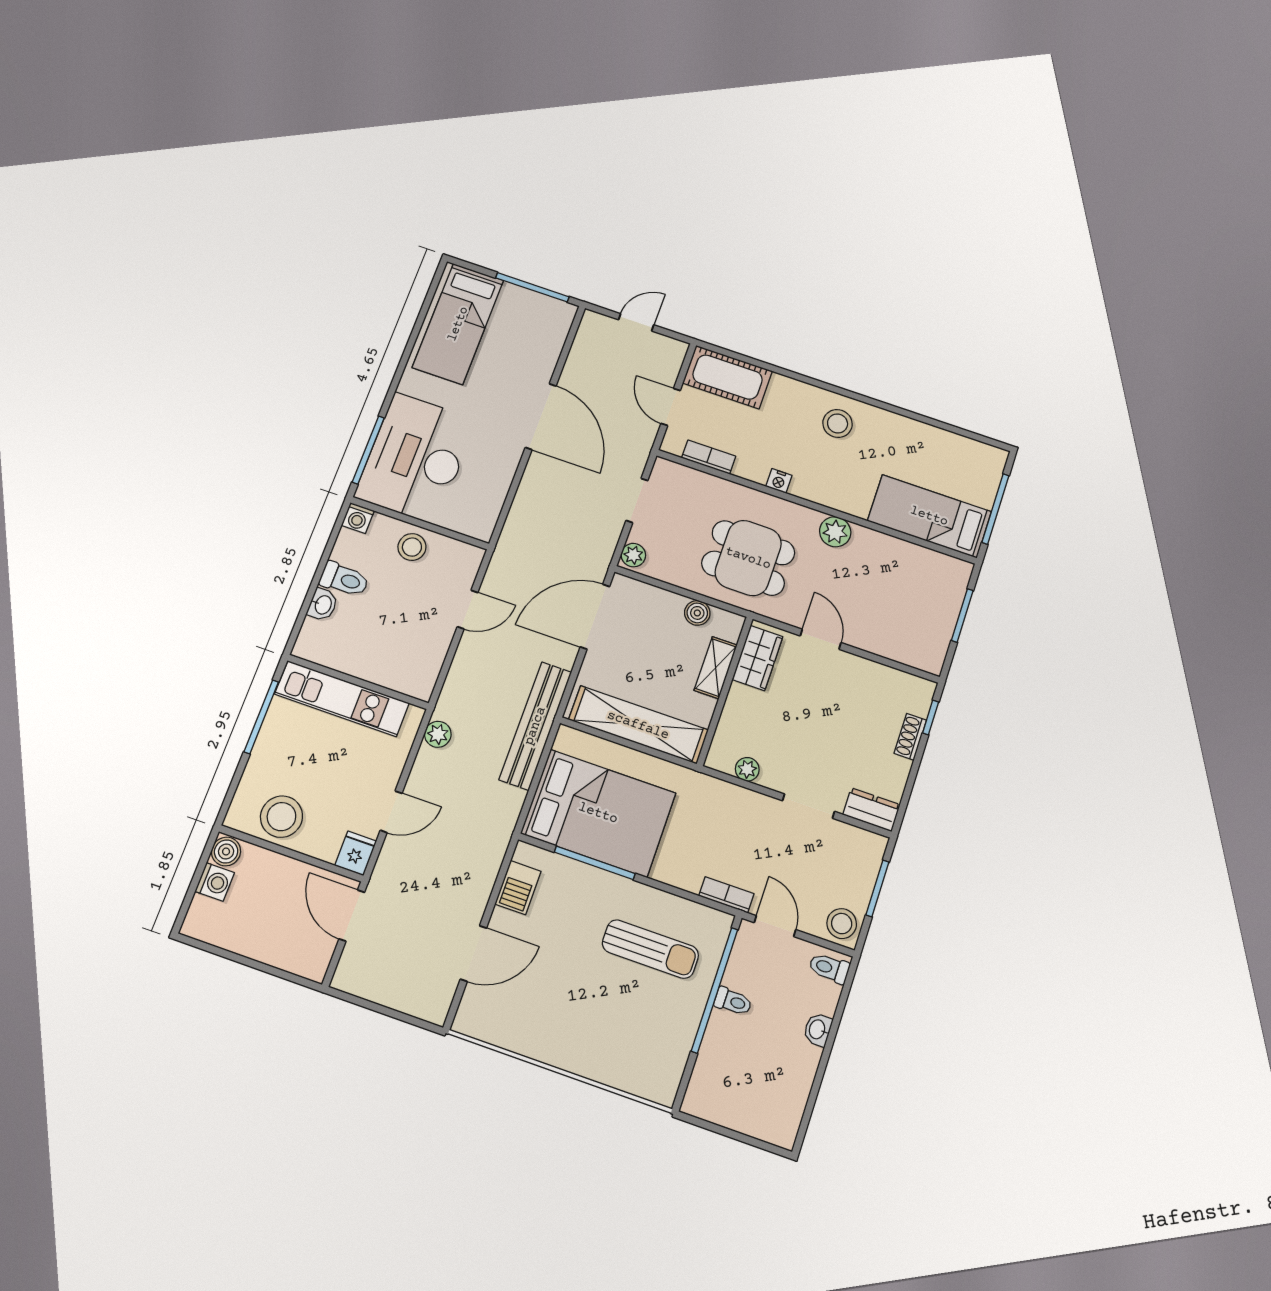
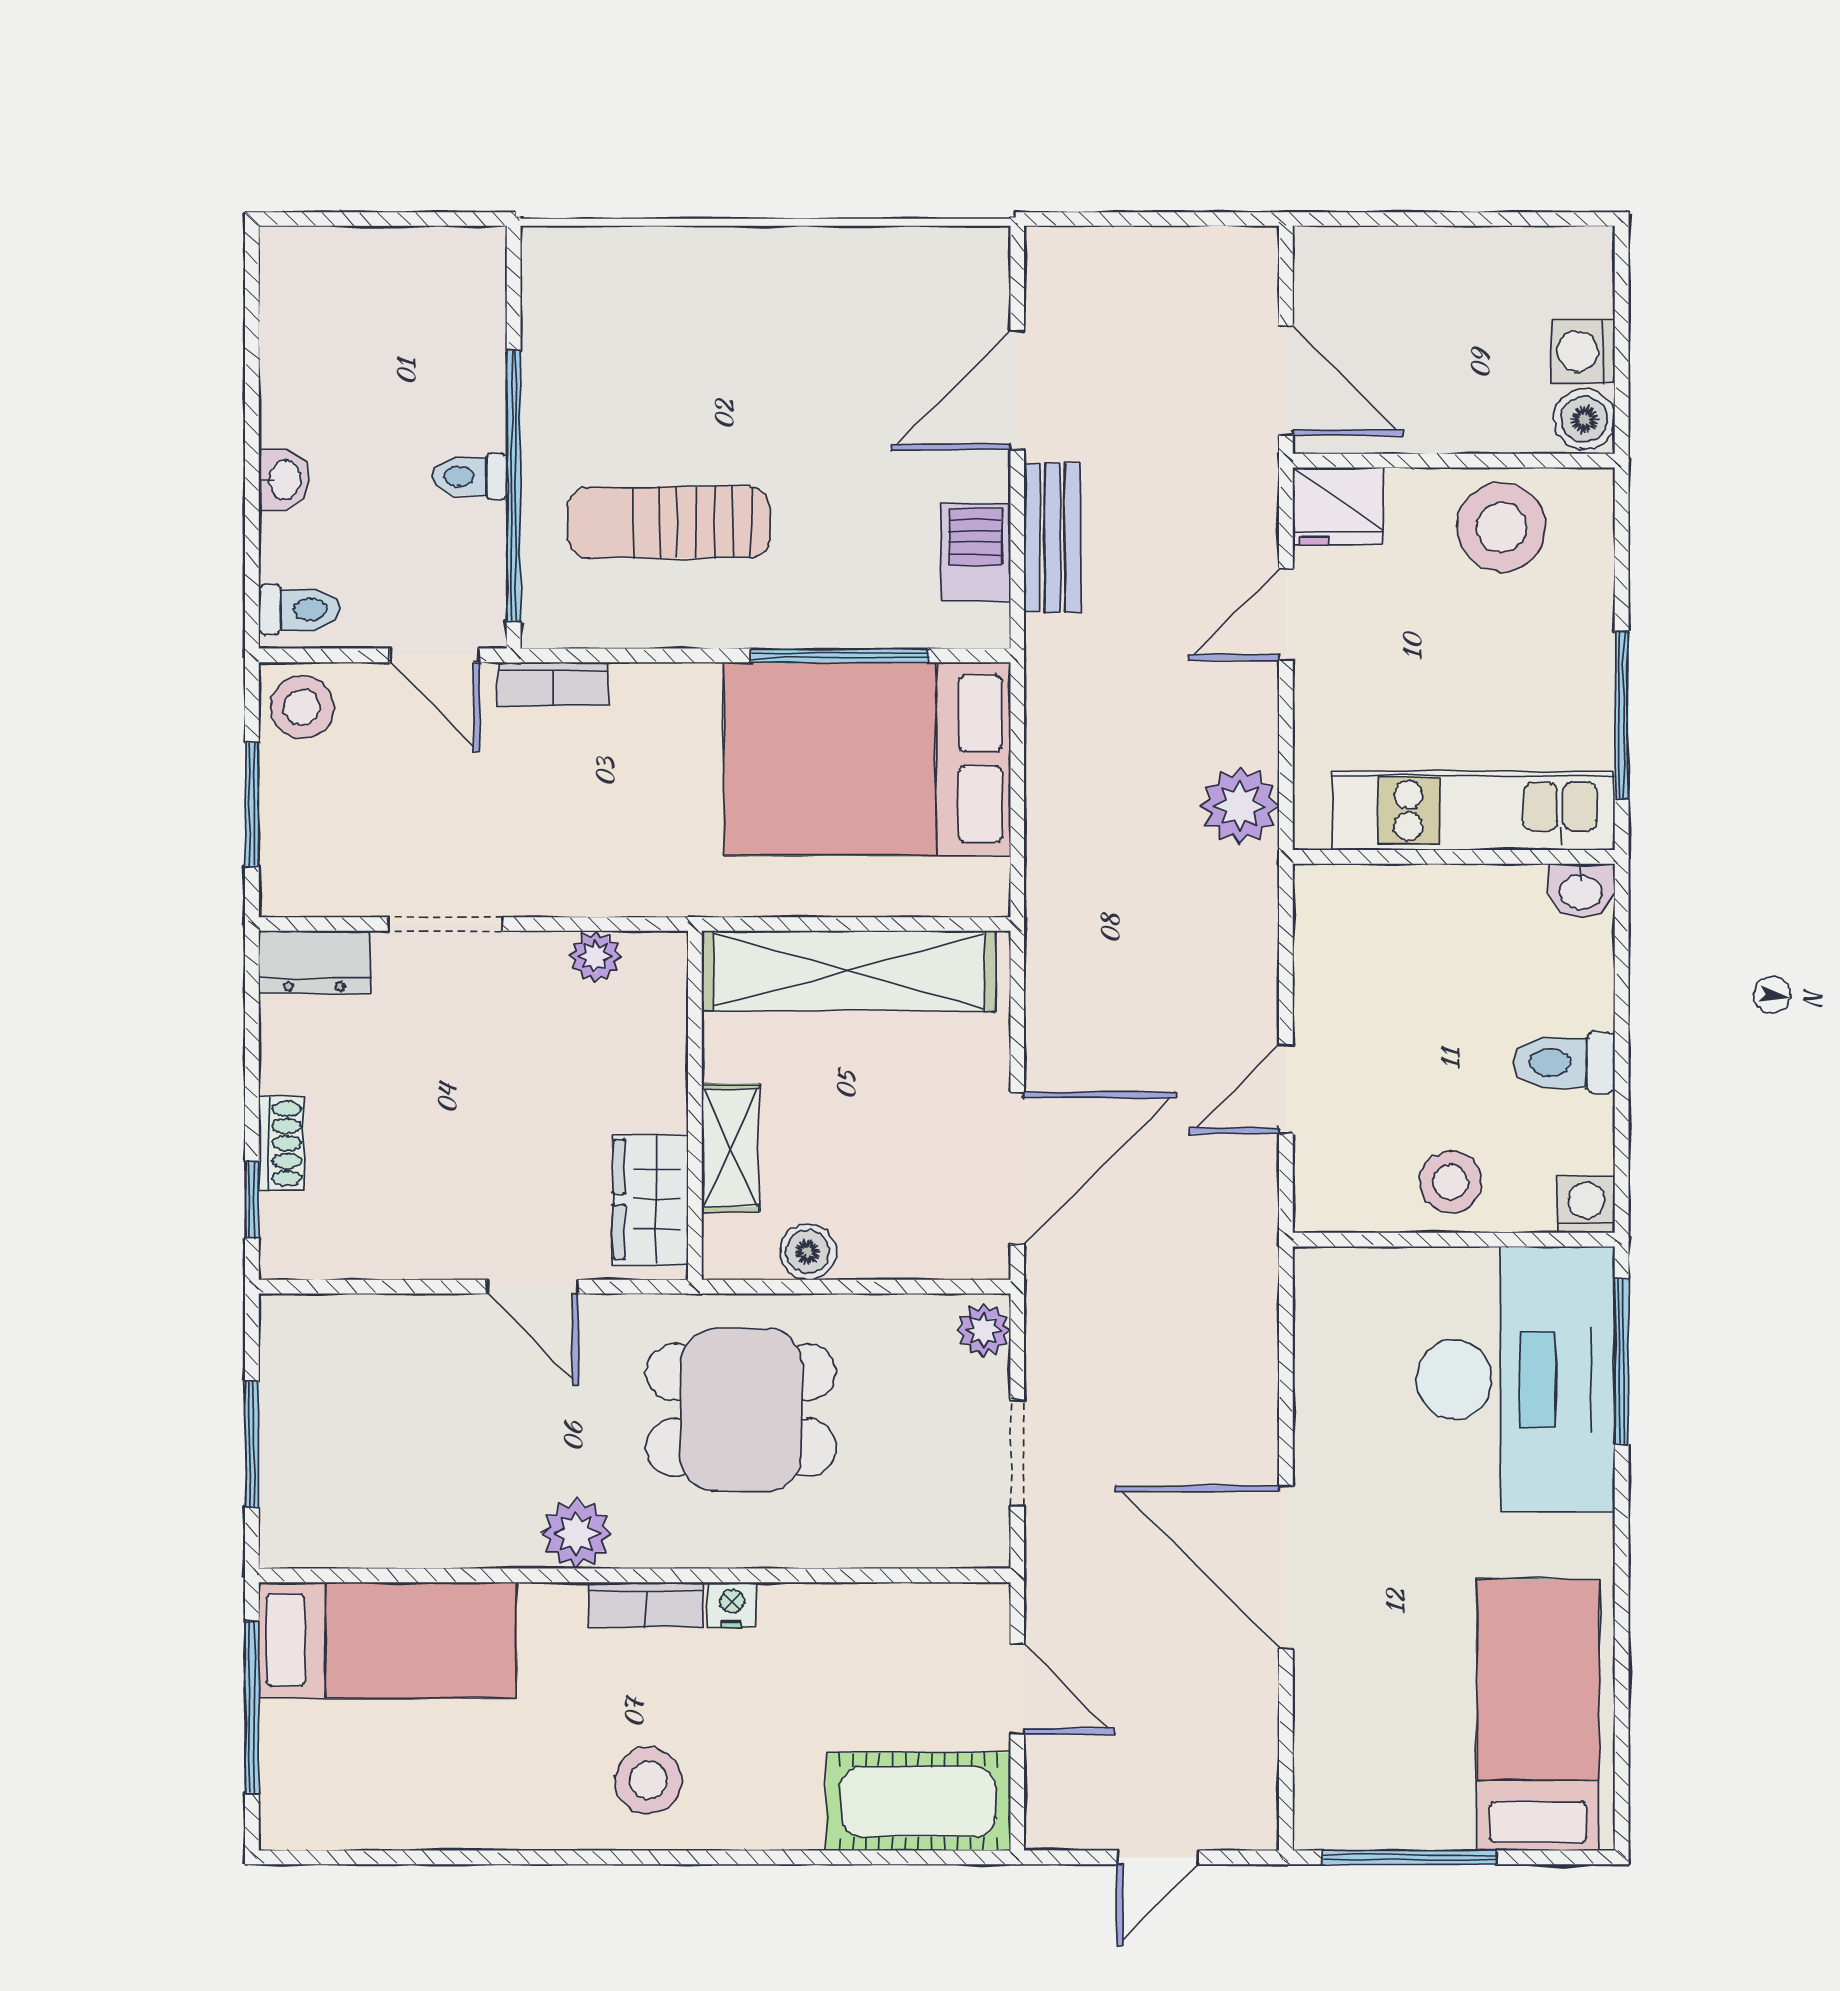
bookcase: (709, 457) -> (646, 1605), moved
washbasin: (323, 605) -> (1581, 890), moved, turned -90
bench: (535, 726) -> (1052, 538), moved, width x0.54, depth x0.82
plant: (438, 734) -> (1240, 806), width x1.38, depth x1.38
fridge: (356, 853) -> (1338, 506), width x1.38

